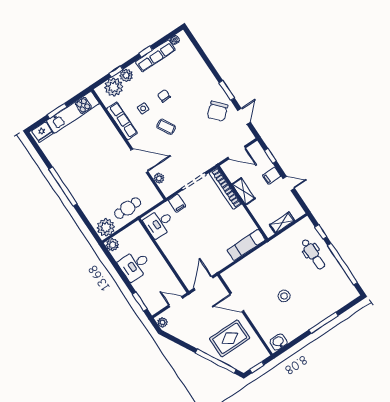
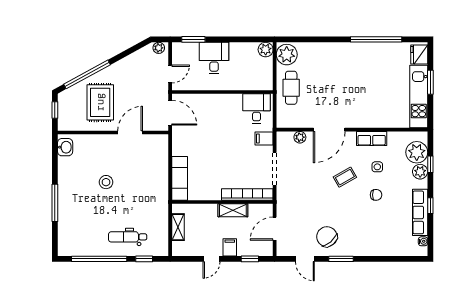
row of seats: (122, 121) -> (372, 138), width x0.68
window: (63, 187) -> (376, 39), moved
desk: (135, 265) -> (214, 58), moved

